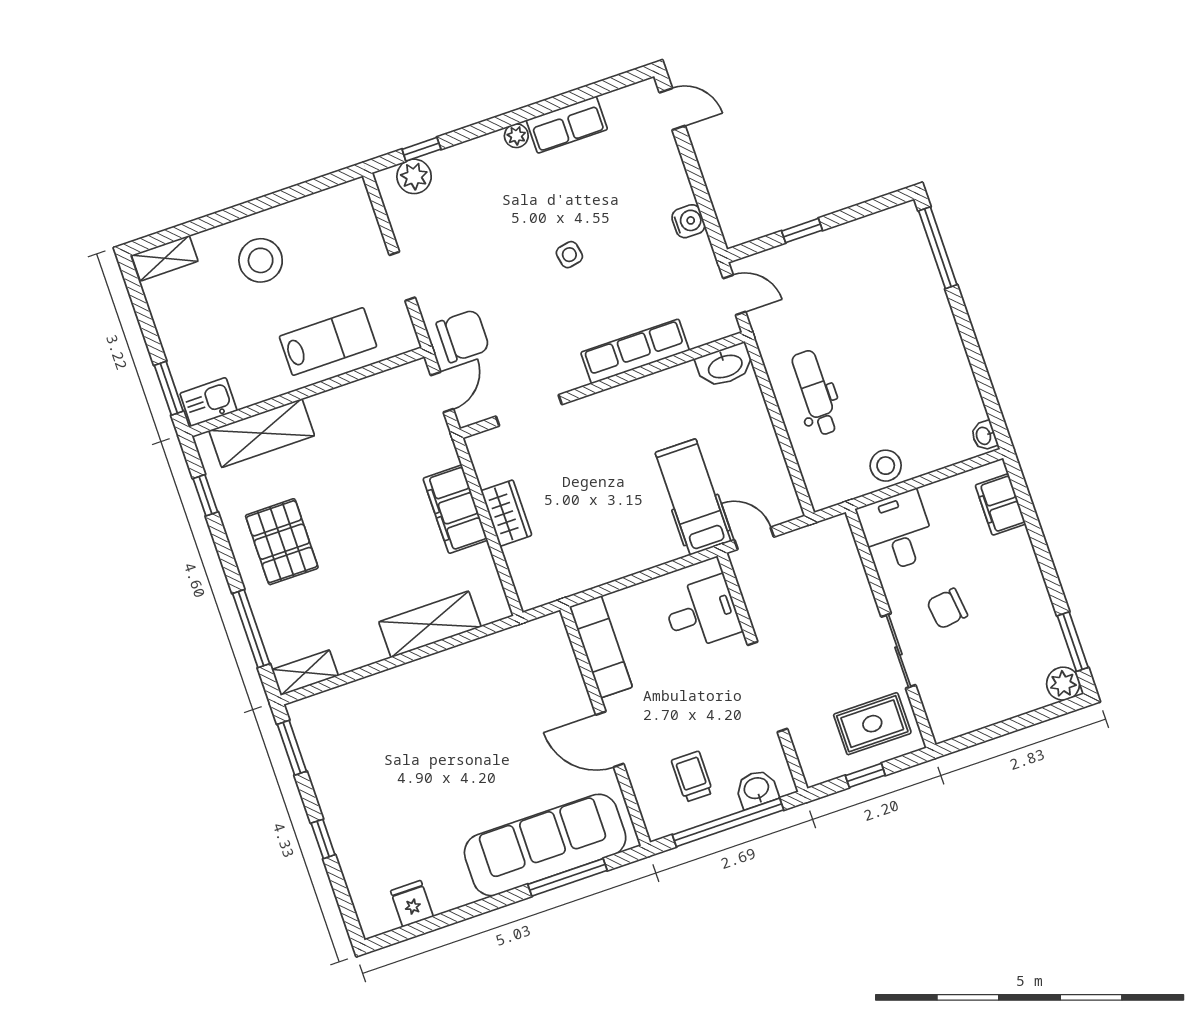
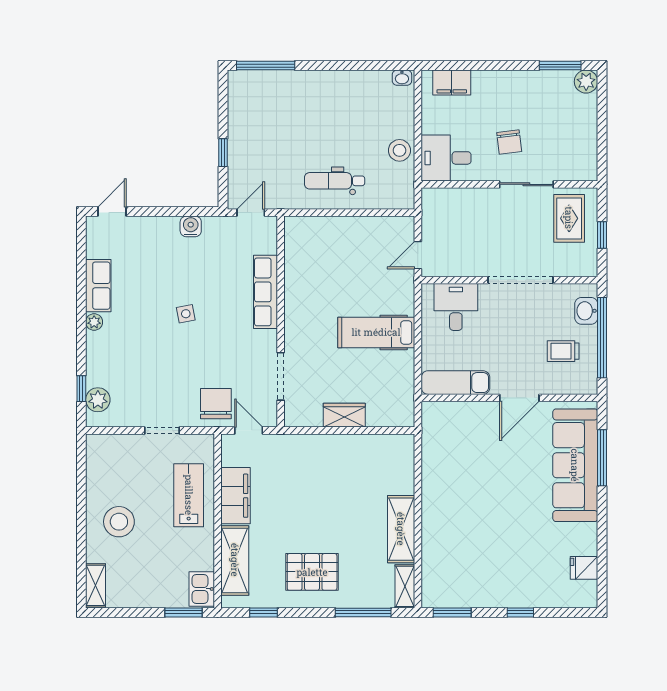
washbasin: (725, 366) -> (296, 235), removed
hospital bed: (693, 497) -> (376, 332), moved
filing cabinet: (455, 509) -> (235, 496), moved, turned -90
shelving: (430, 624) -> (401, 529), moved

